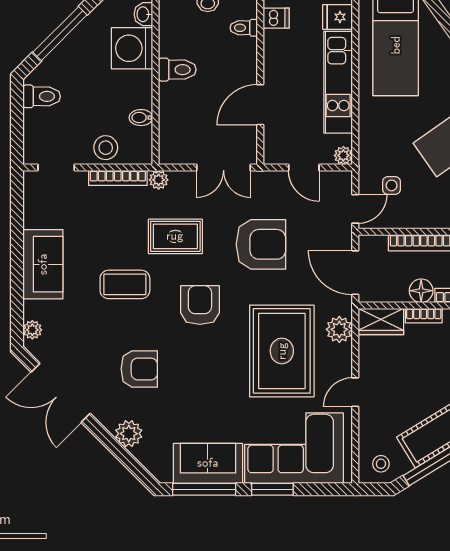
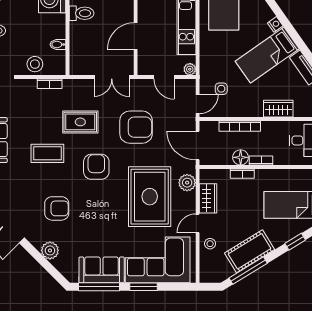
bookcase: (118, 178) -> (50, 84), width x0.64
plant: (159, 180) -> (69, 85), removed
wardrobe: (381, 321) -> (208, 198), moved, turned -90
stool: (381, 464) -> (210, 244), moved

